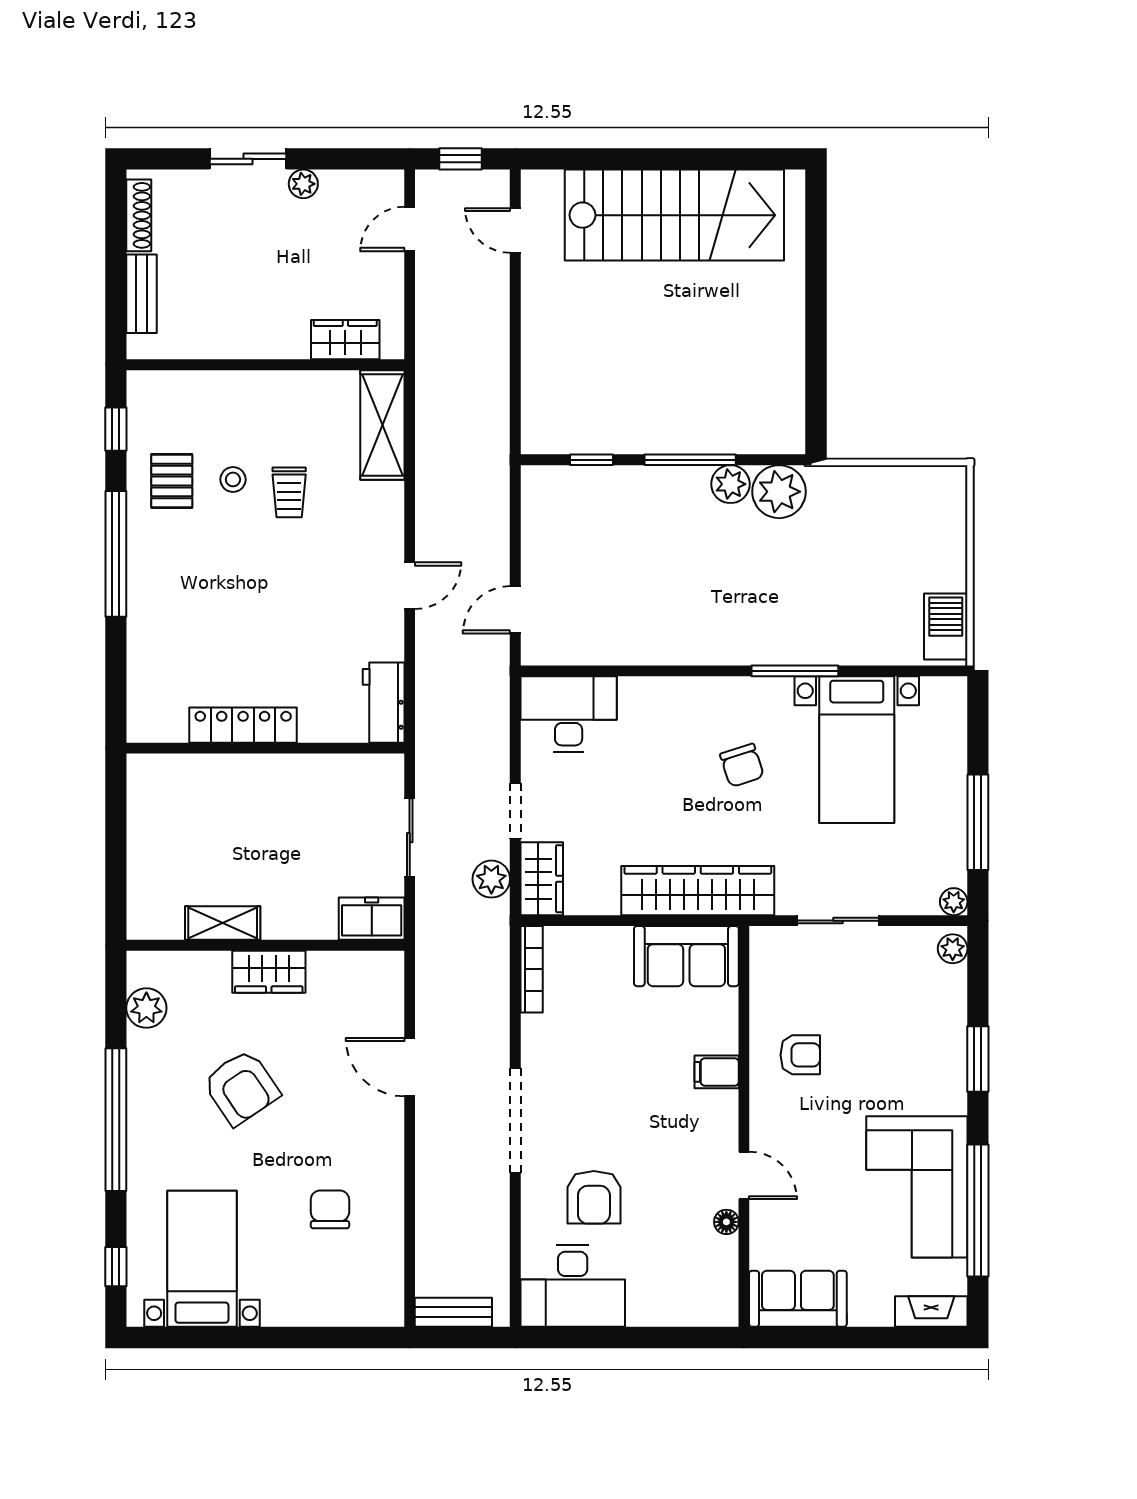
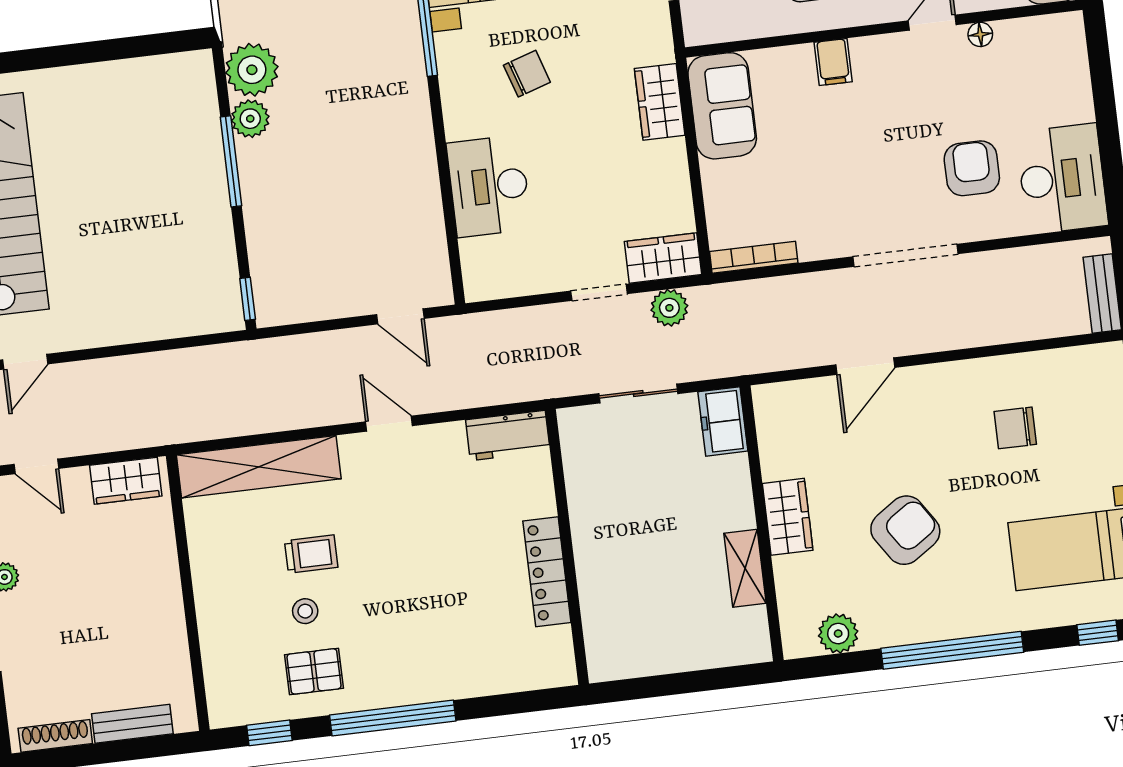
wardrobe: (345, 340) -> (126, 481), moved, turned -90
shelving: (382, 425) -> (259, 467), width x1.47
window: (592, 460) -> (248, 299), moved
desk: (569, 714) -> (489, 186), moved
wardrobe: (698, 891) -> (660, 102), width x0.48, depth x0.85
armchair: (594, 1197) -> (972, 168), turned -90

